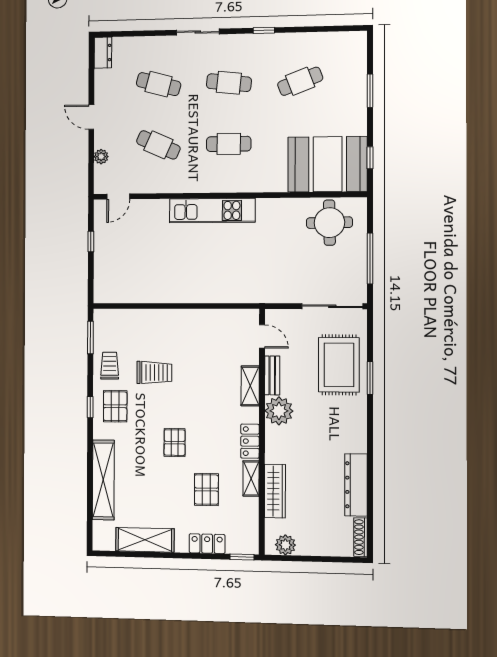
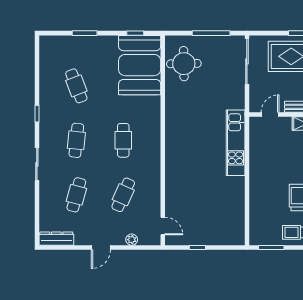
dresser: (103, 53) -> (56, 239), width x1.44
kitchen unit: (212, 211) -> (236, 143), moved, turned 180

